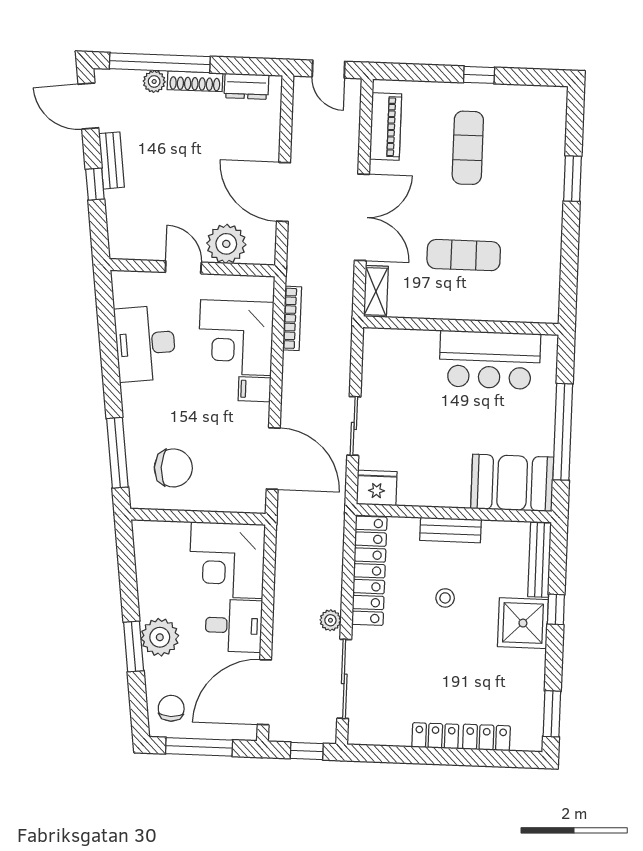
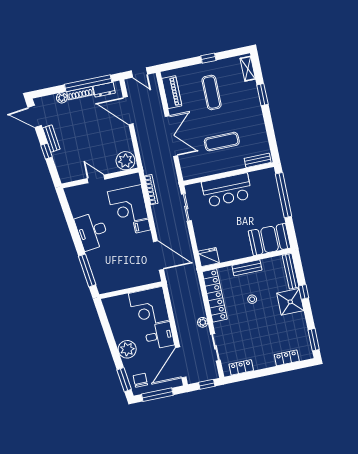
window: (160, 63) -> (88, 83), moved
door: (284, 192) -> (128, 111), moved
plant: (226, 244) -> (125, 161), moved
shelving: (376, 291) -> (248, 69), moved
bench: (528, 312) -> (258, 160), added
desk: (145, 344) -> (92, 231), moved
bar counter: (490, 360) -> (227, 190), moved
sliding door: (354, 426) -> (186, 207), moved
window: (563, 432) -> (283, 195), moved
chair: (173, 468) -> (114, 271), removed
window: (134, 646) -> (124, 380), moved
sliding door: (344, 679) -> (216, 347), width x0.73
locker: (435, 736) -> (241, 367), moved

